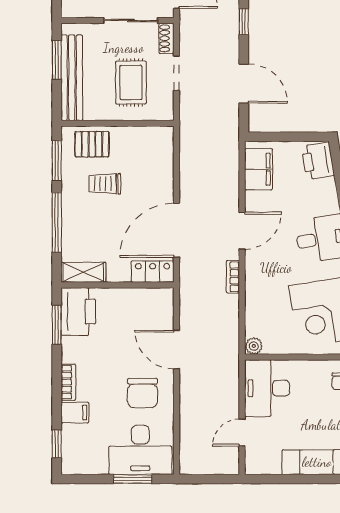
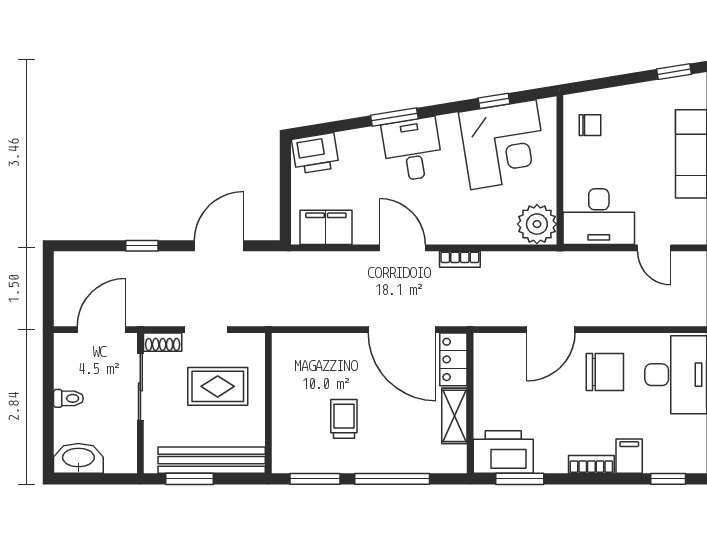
pallet: (92, 144) -> (295, 435), removed
trolley: (105, 184) -> (344, 419), turned 180
shelving: (83, 272) -> (454, 416), moved
plant: (254, 346) -> (537, 224), width x1.88, depth x1.88

